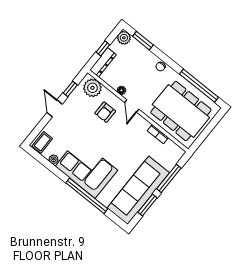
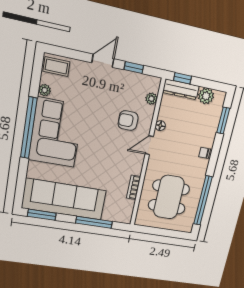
plant: (124, 38) -> (206, 96), moved
window: (103, 48) -> (182, 78), moved
plant: (92, 88) -> (151, 99), width x0.53, depth x0.53
dining table: (181, 111) -> (169, 197), width x0.73, depth x0.80
window: (87, 196) -> (29, 128), moved
window: (147, 205) -> (42, 215), moved

